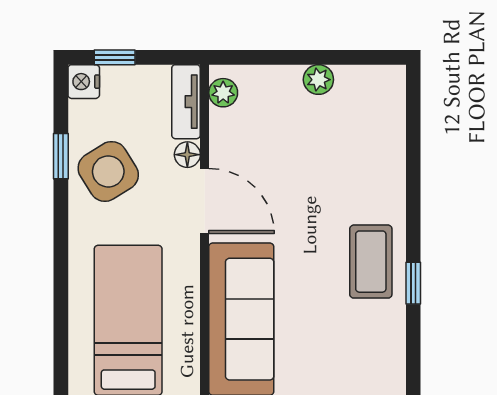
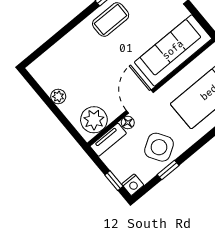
plant: (223, 93) -> (94, 120), width x1.87, depth x1.87

